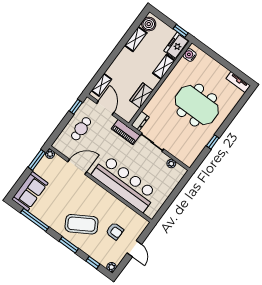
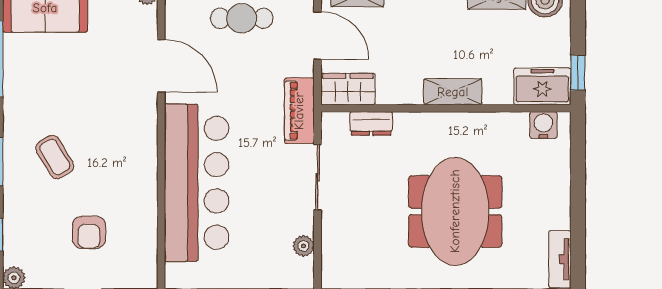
shelving: (164, 67) -> (453, 92), moved
wardrobe: (142, 95) -> (348, 89), moved
door: (105, 108) -> (317, 36), hinge flipped
dresser: (140, 121) -> (371, 123), moved
coffee table: (82, 224) -> (55, 157), width x0.54, depth x0.58

